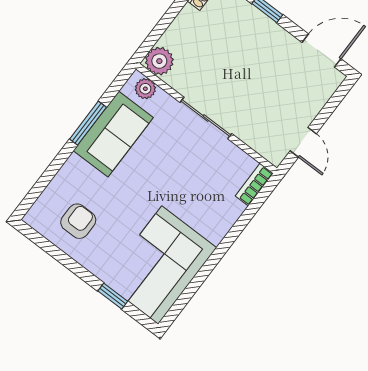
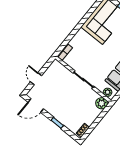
door: (303, 142) -> (36, 79), moved

